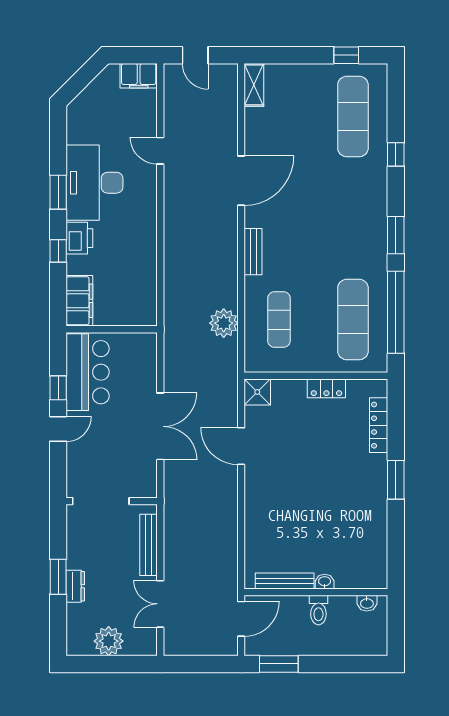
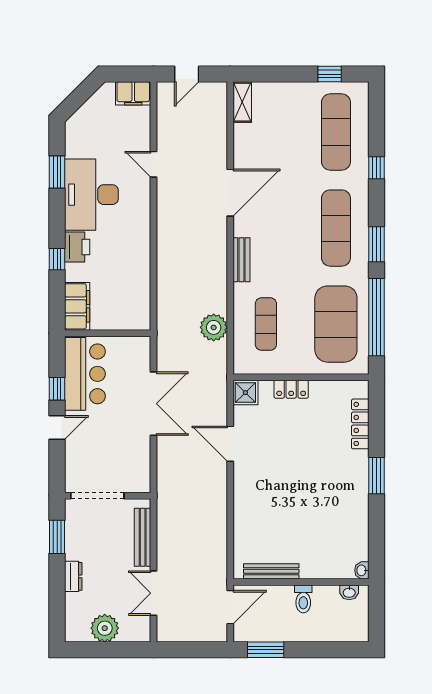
door: (195, 55) -> (187, 74), hinge flipped
window: (58, 192) -> (57, 172), moved
exercise mat: (353, 218) -> (336, 228), added
exercise mat: (353, 320) -> (336, 324), width x1.47
locker: (326, 388) -> (291, 389), moved
double door: (160, 426) -> (154, 404), moved
window: (58, 577) -> (57, 537), moved
washbasin: (325, 582) -> (362, 570), moved, turned -90

